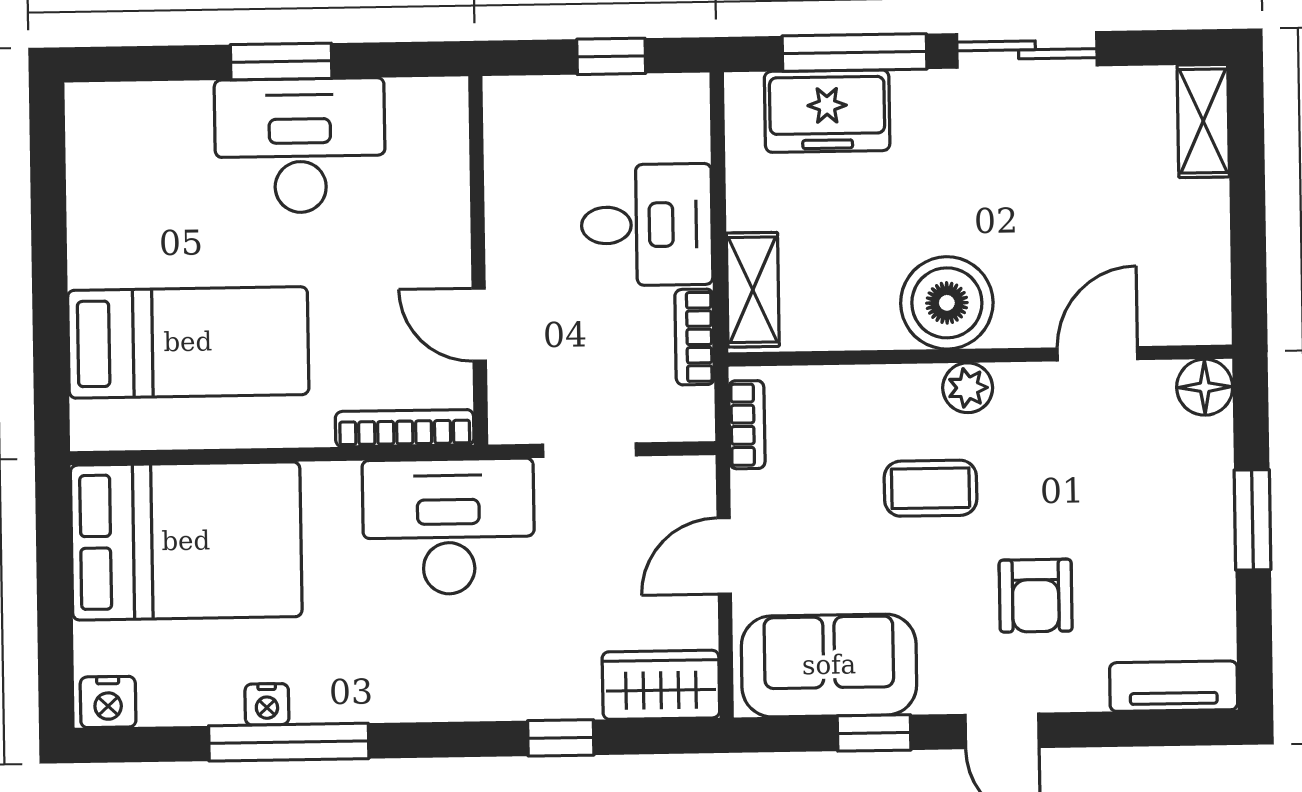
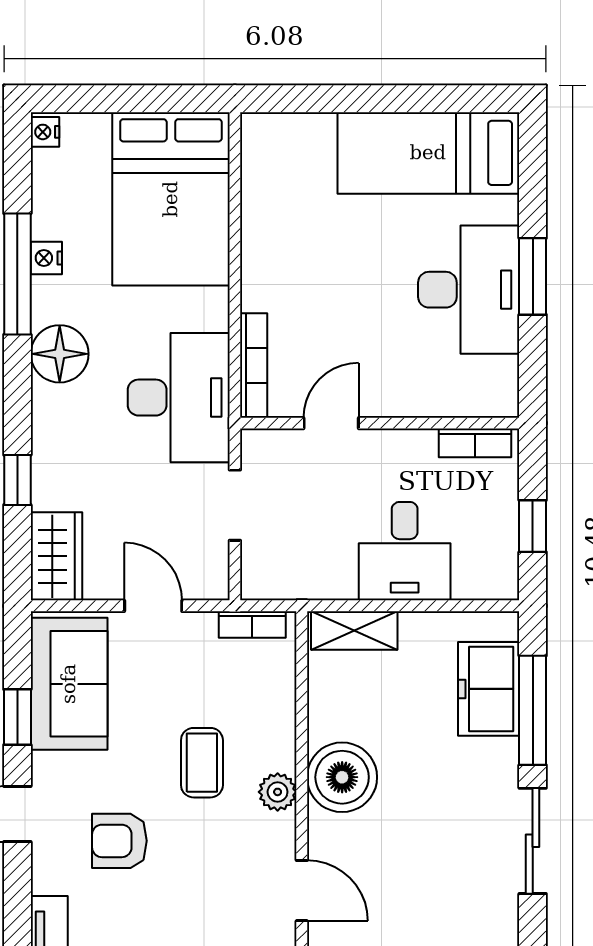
bookcase: (695, 337) -> (475, 443), moved, turned 180
bed: (188, 342) -> (428, 153), moved, turned 90
floor lamp: (393, 685) -> (60, 354), added
nightstand: (108, 702) -> (45, 132), width x0.72, depth x0.74

